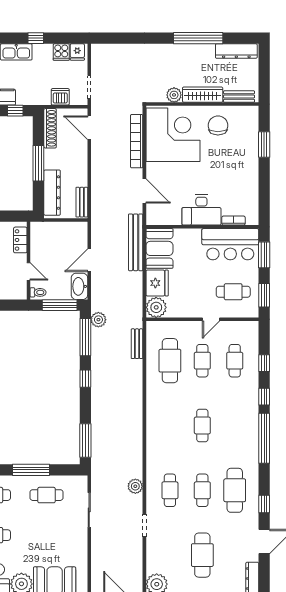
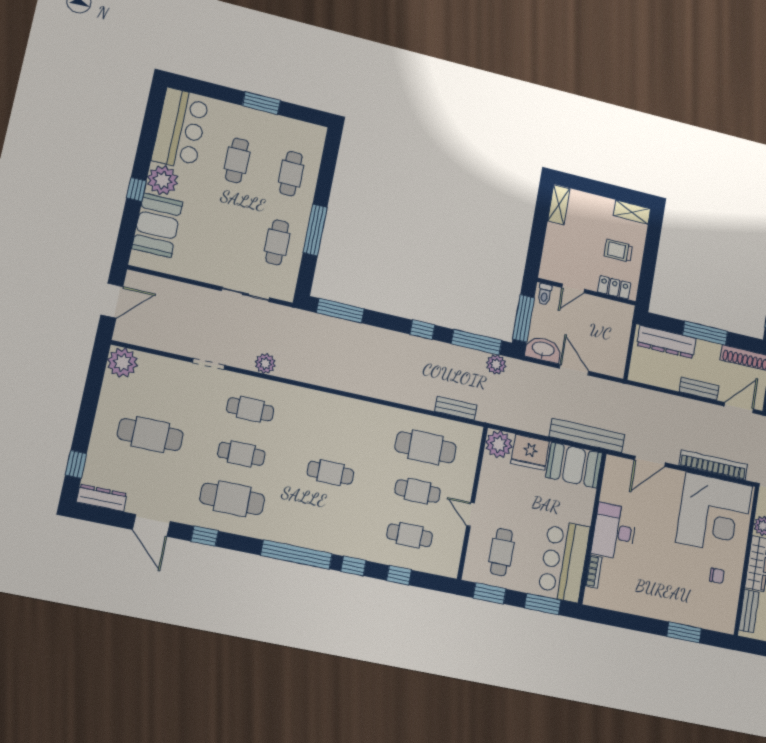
chair: (218, 125) -> (717, 576), width x0.54, depth x0.54
bench: (82, 202) -> (699, 389), moved

